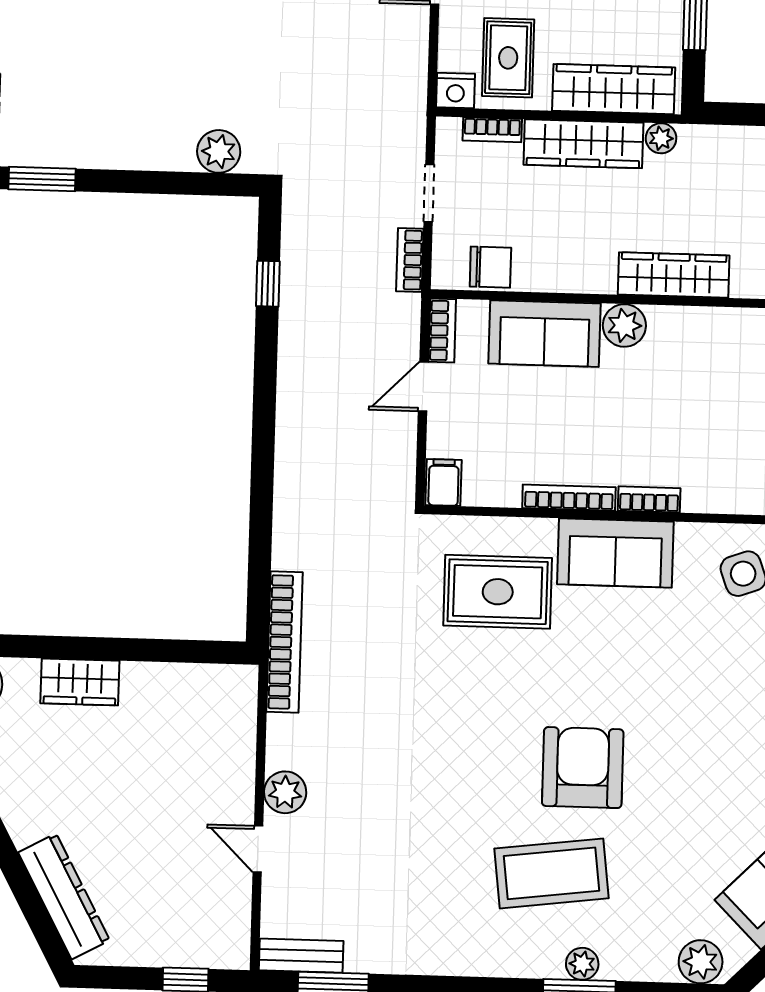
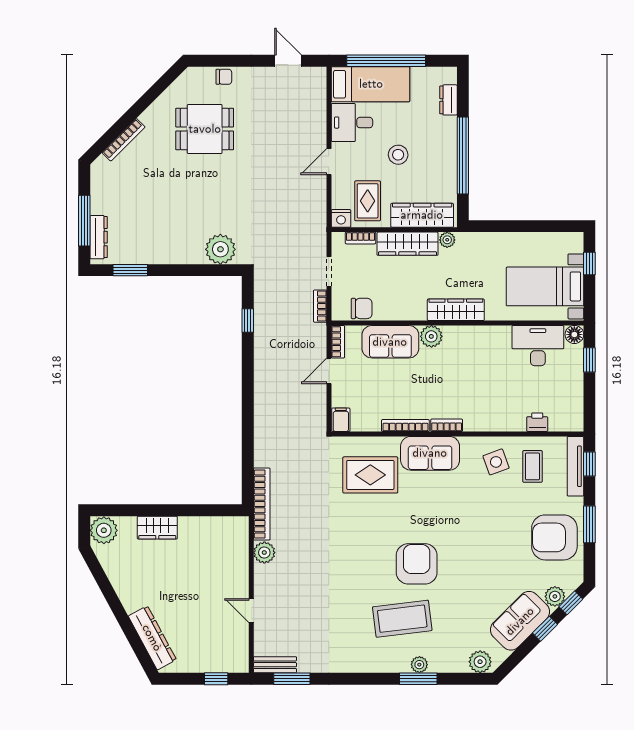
plant: (219, 151) -> (220, 249), width x1.36, depth x1.36
plant: (285, 792) -> (264, 553), moved

